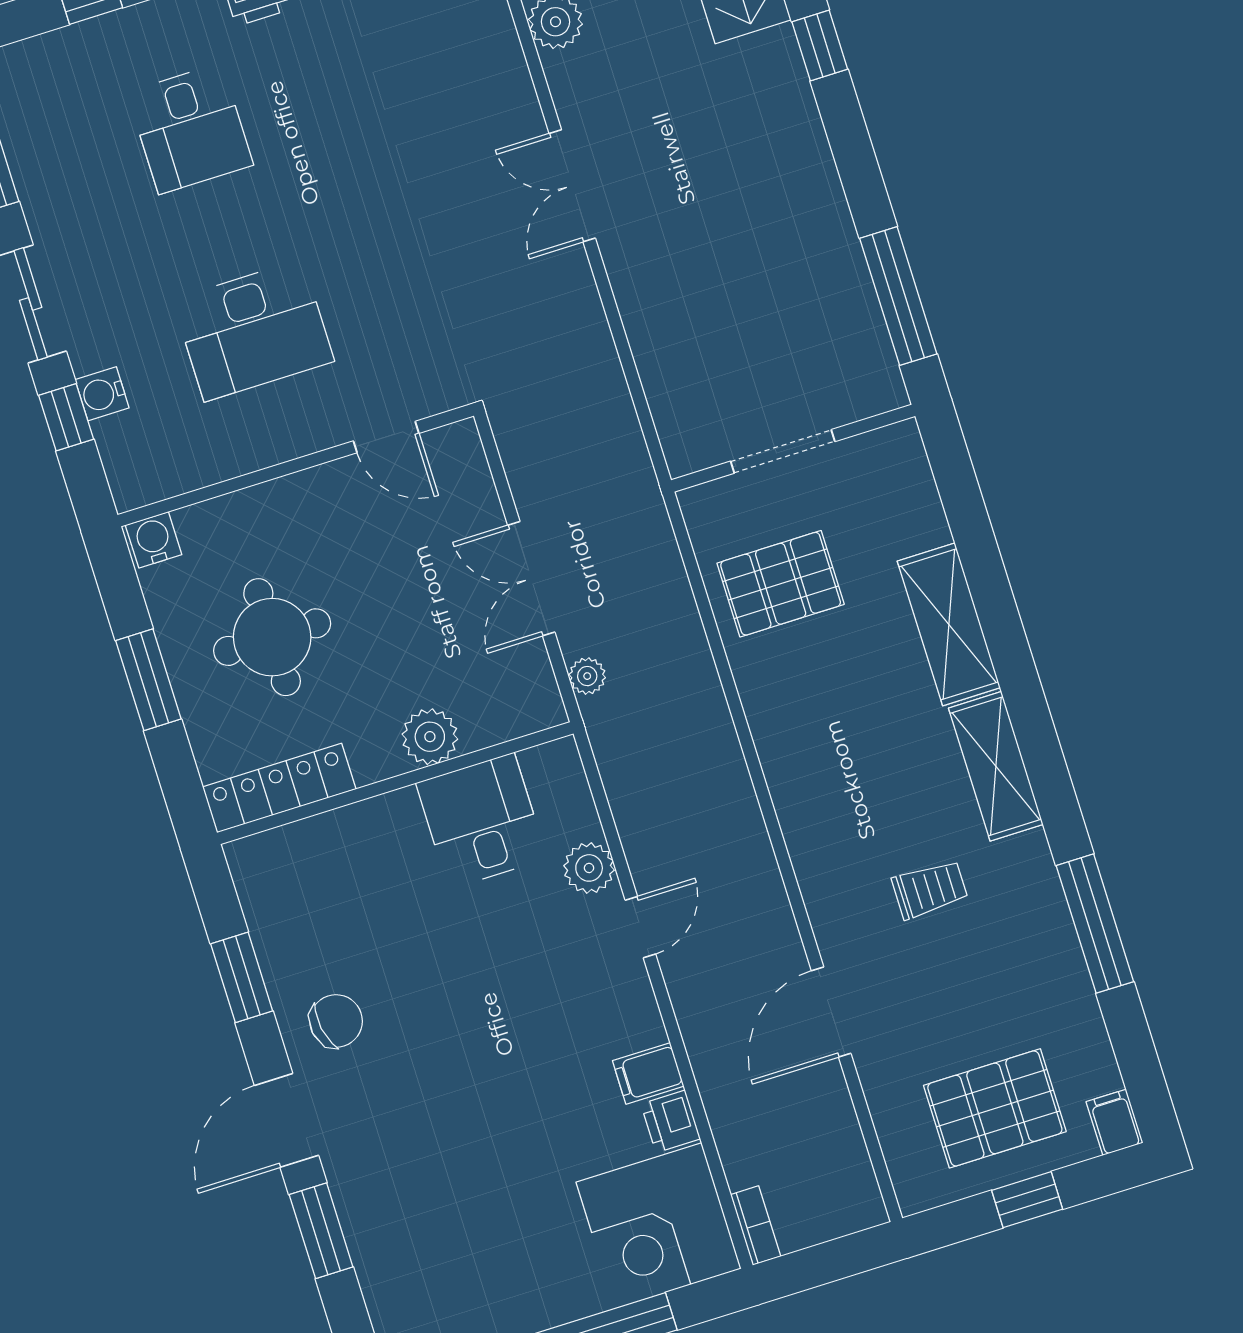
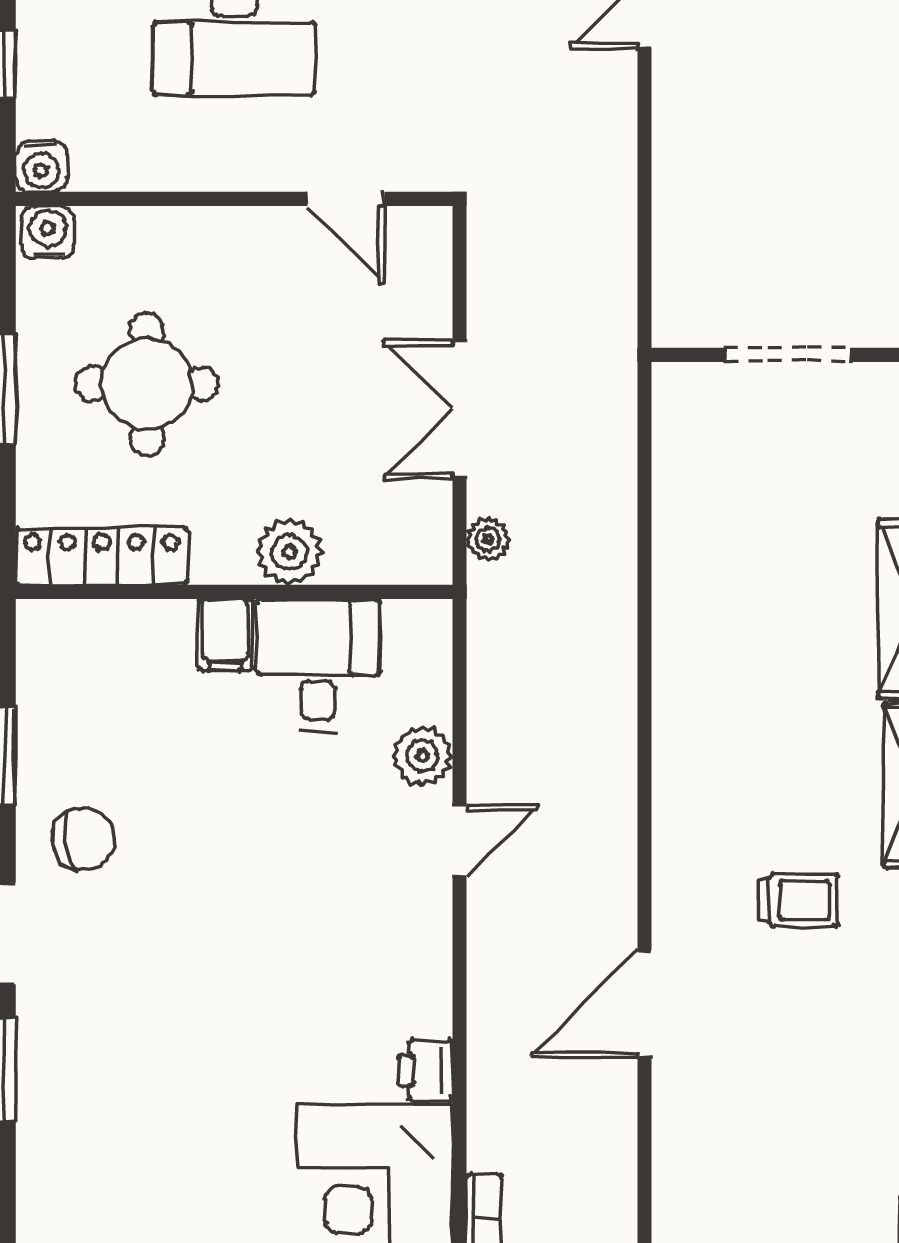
water cooler: (102, 394) -> (41, 166), moved, turned -90
pallet: (781, 584) -> (739, 503), removed
filing cabinet: (648, 1073) -> (225, 635), moved, turned -90
pallet: (995, 1108) -> (795, 1170), removed

